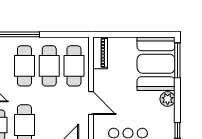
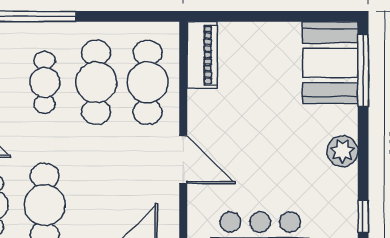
booth: (156, 64) -> (330, 63), width x0.73, depth x0.70
cafe table: (24, 66) -> (45, 82), width x0.73, depth x0.74

